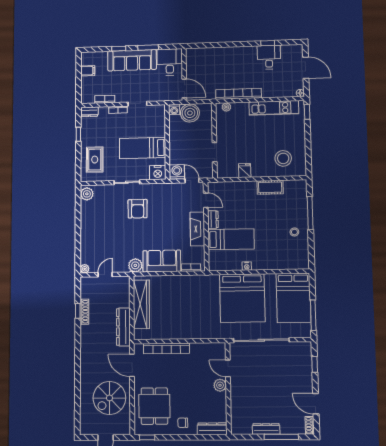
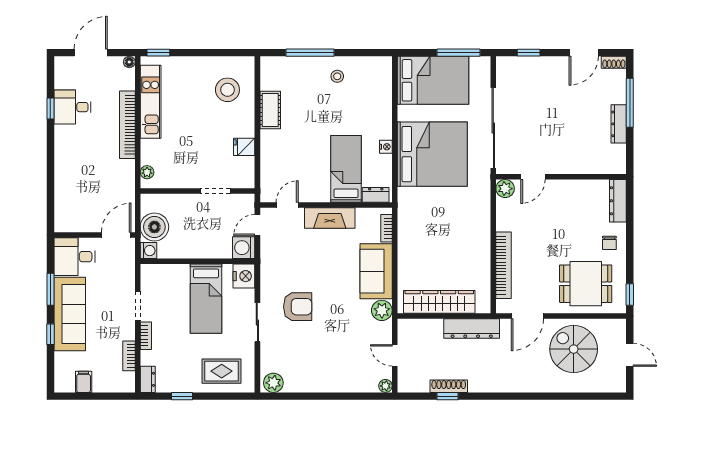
bookcase: (238, 94) -> (127, 125), moved
dresser: (213, 219) -> (376, 195), moved
plant: (220, 385) -> (505, 189), moved
spiral stairs: (109, 398) -> (574, 349), turned 180

